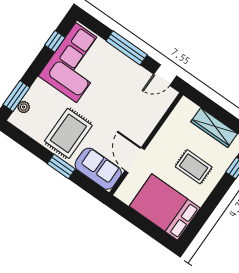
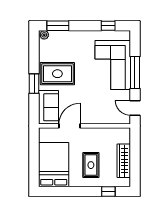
corner sofa: (76, 63) -> (113, 65), moved, turned 90
plant: (24, 107) -> (44, 35), moved

